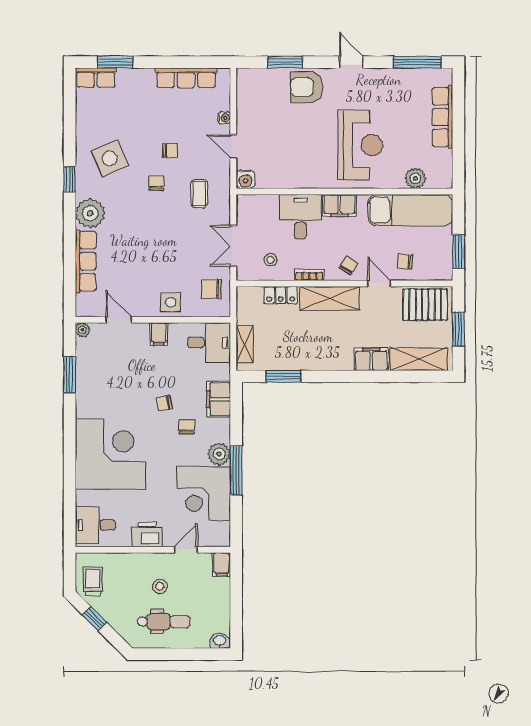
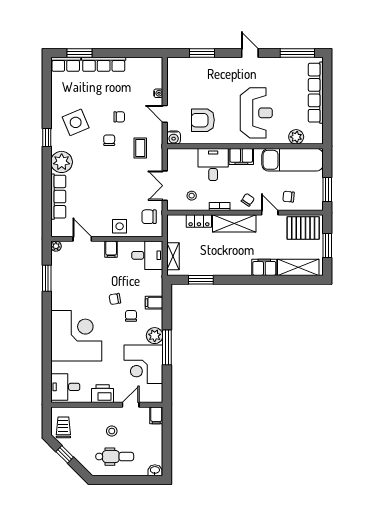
row of seats: (186, 78) -> (104, 64), moved
armchair: (307, 87) -> (203, 120), moved
row of seats: (443, 117) -> (316, 93), width x1.36
filing cabinet: (219, 399) -> (154, 303), width x0.50

